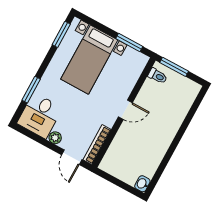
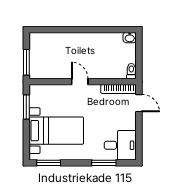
toilet: (158, 76) -> (131, 71), moved
plant: (55, 138) -> (131, 124), removed
door: (72, 157) -> (139, 103), hinge flipped

